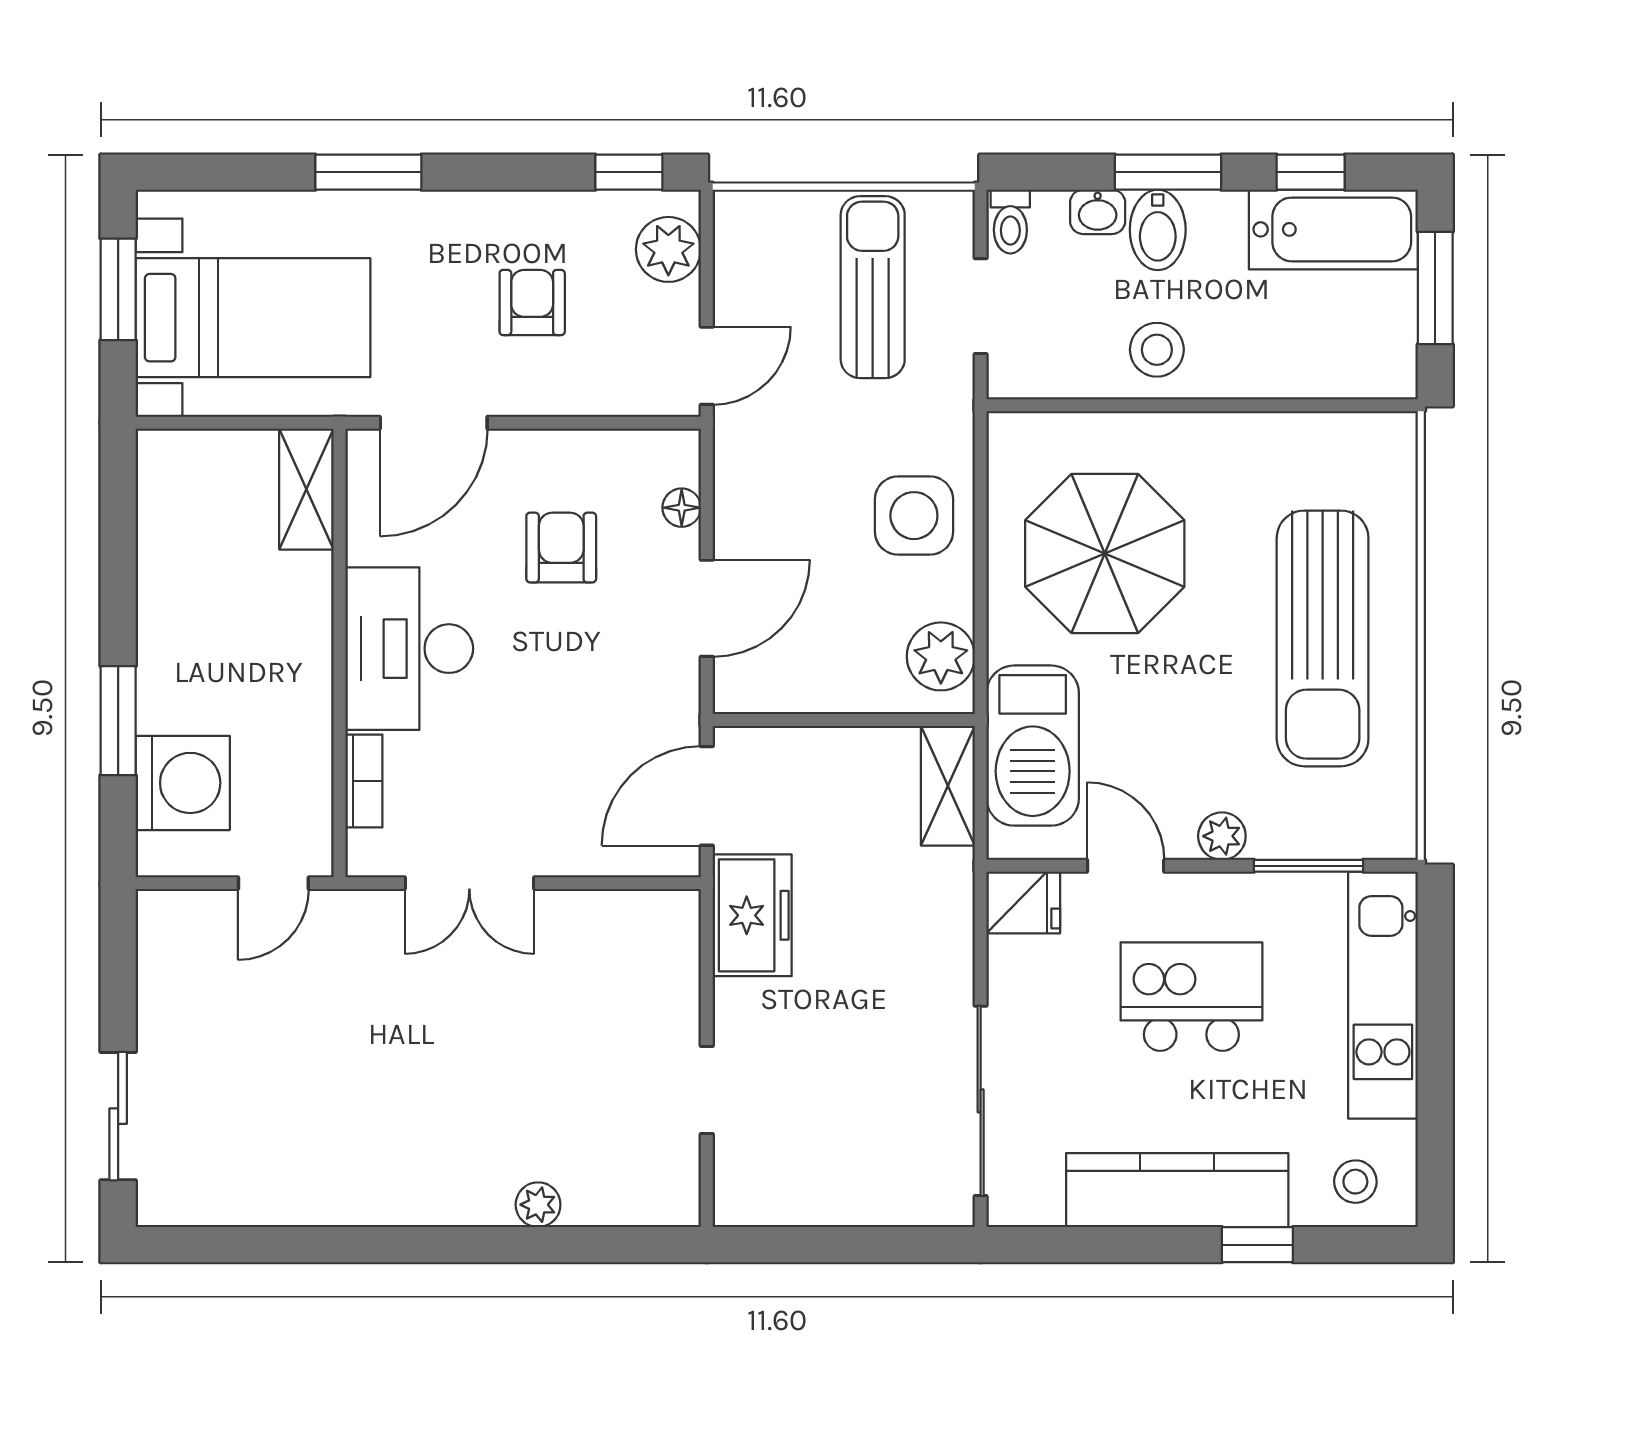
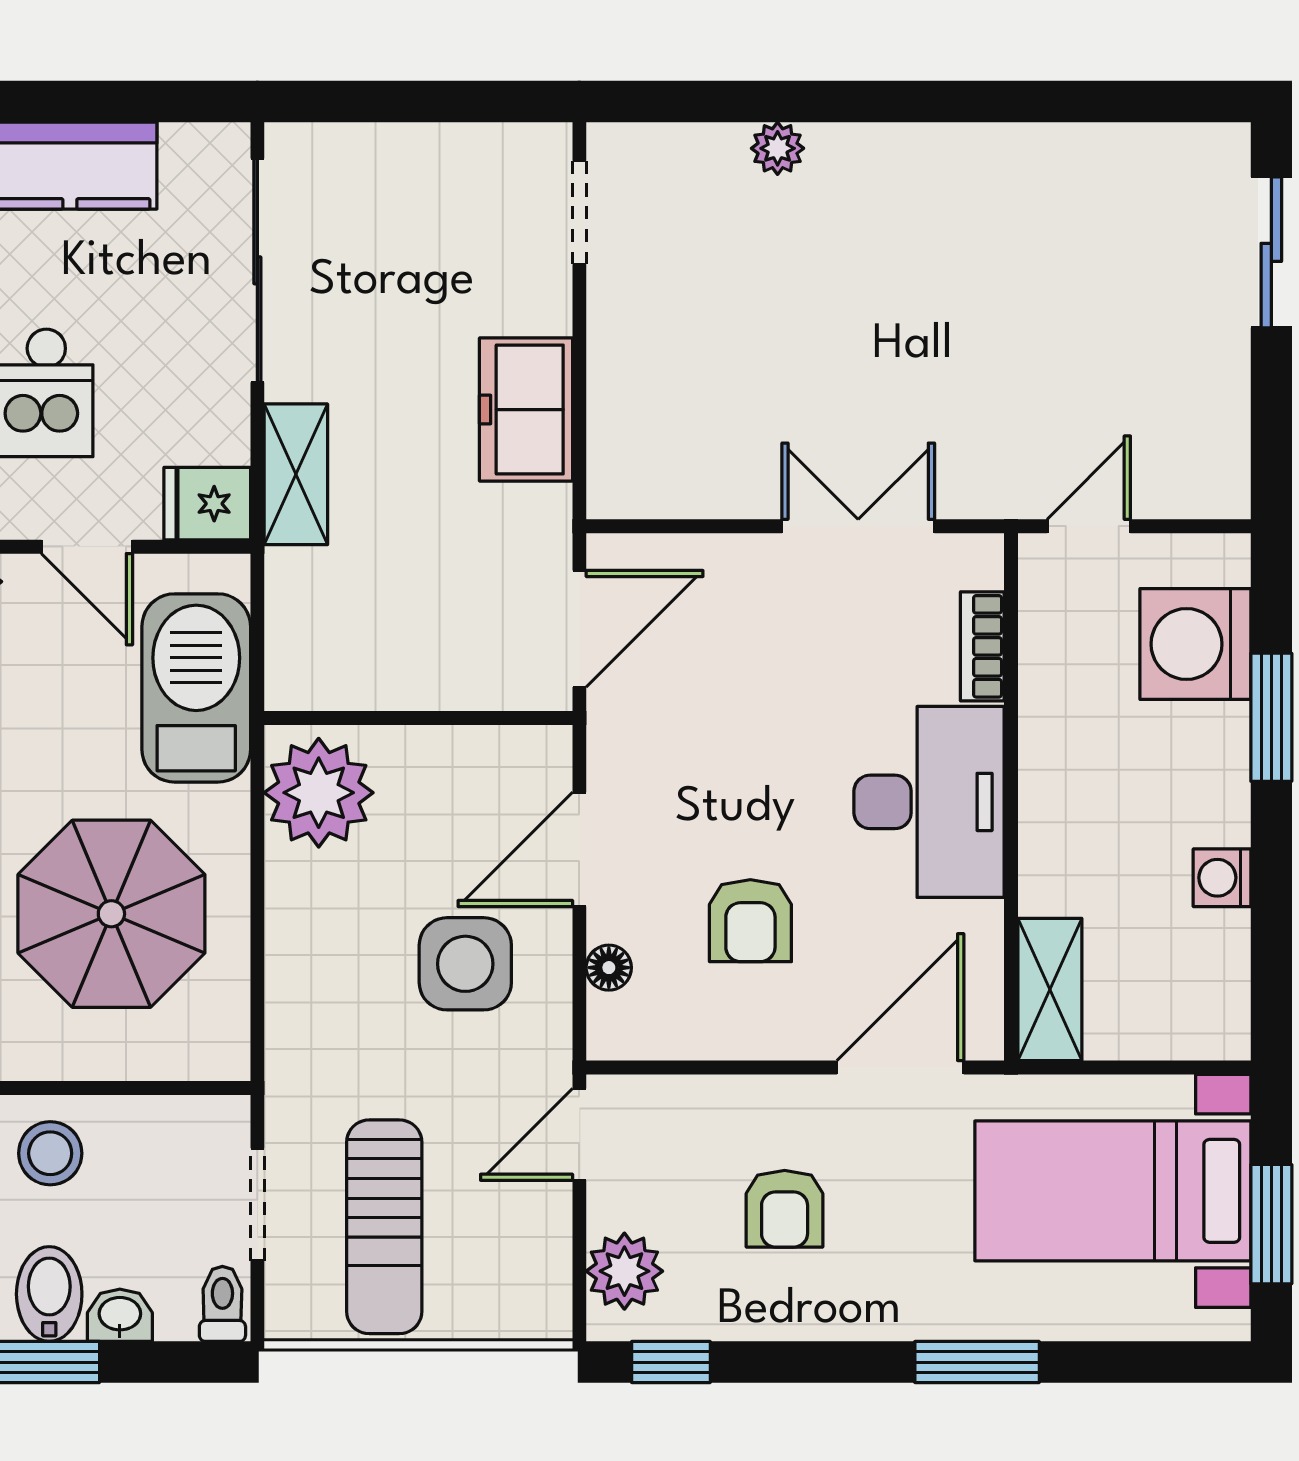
side table: (914, 516) -> (465, 964), moved
washing machine: (160, 584) -> (1222, 878), added
plant: (941, 656) -> (319, 793), width x1.36, depth x1.36
shelving: (948, 786) -> (296, 474), moved
freezer: (752, 915) -> (526, 410), moved
doorway: (707, 1090) -> (579, 213), moved

